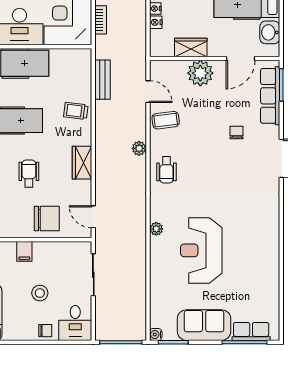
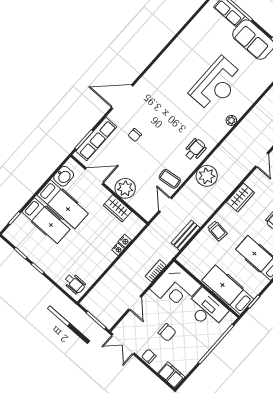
plant: (139, 148) -> (207, 176), width x1.88, depth x1.88

